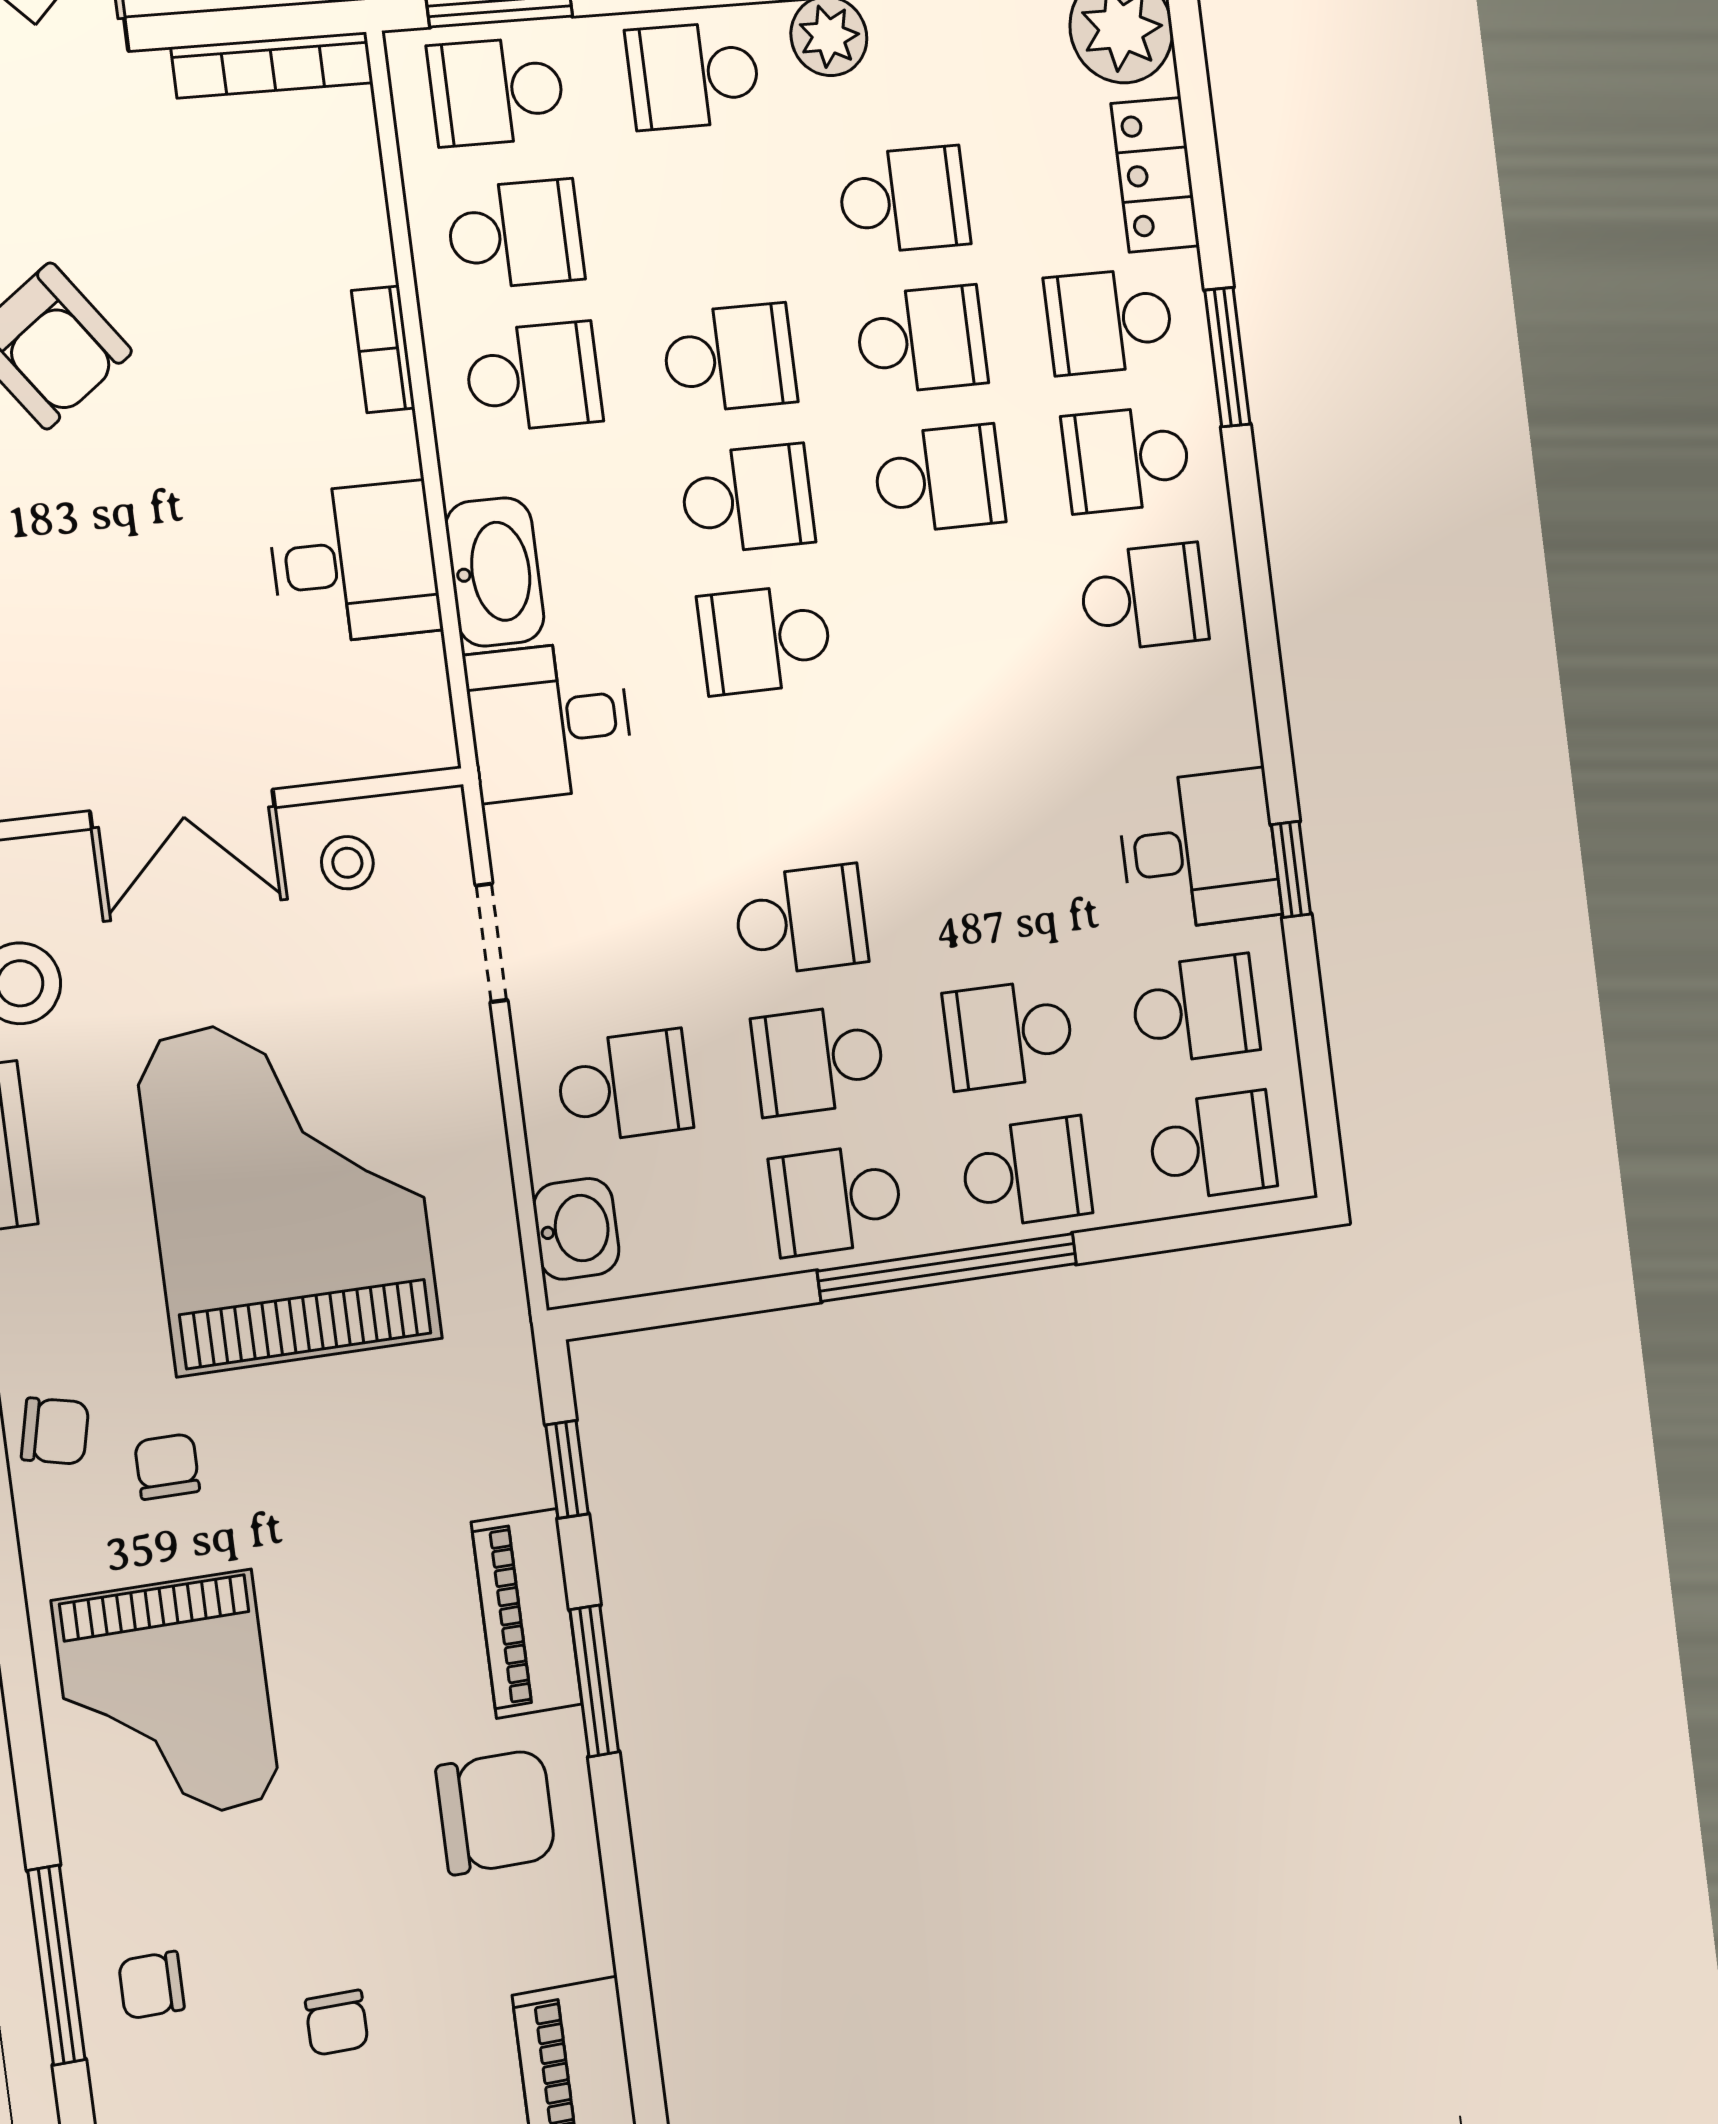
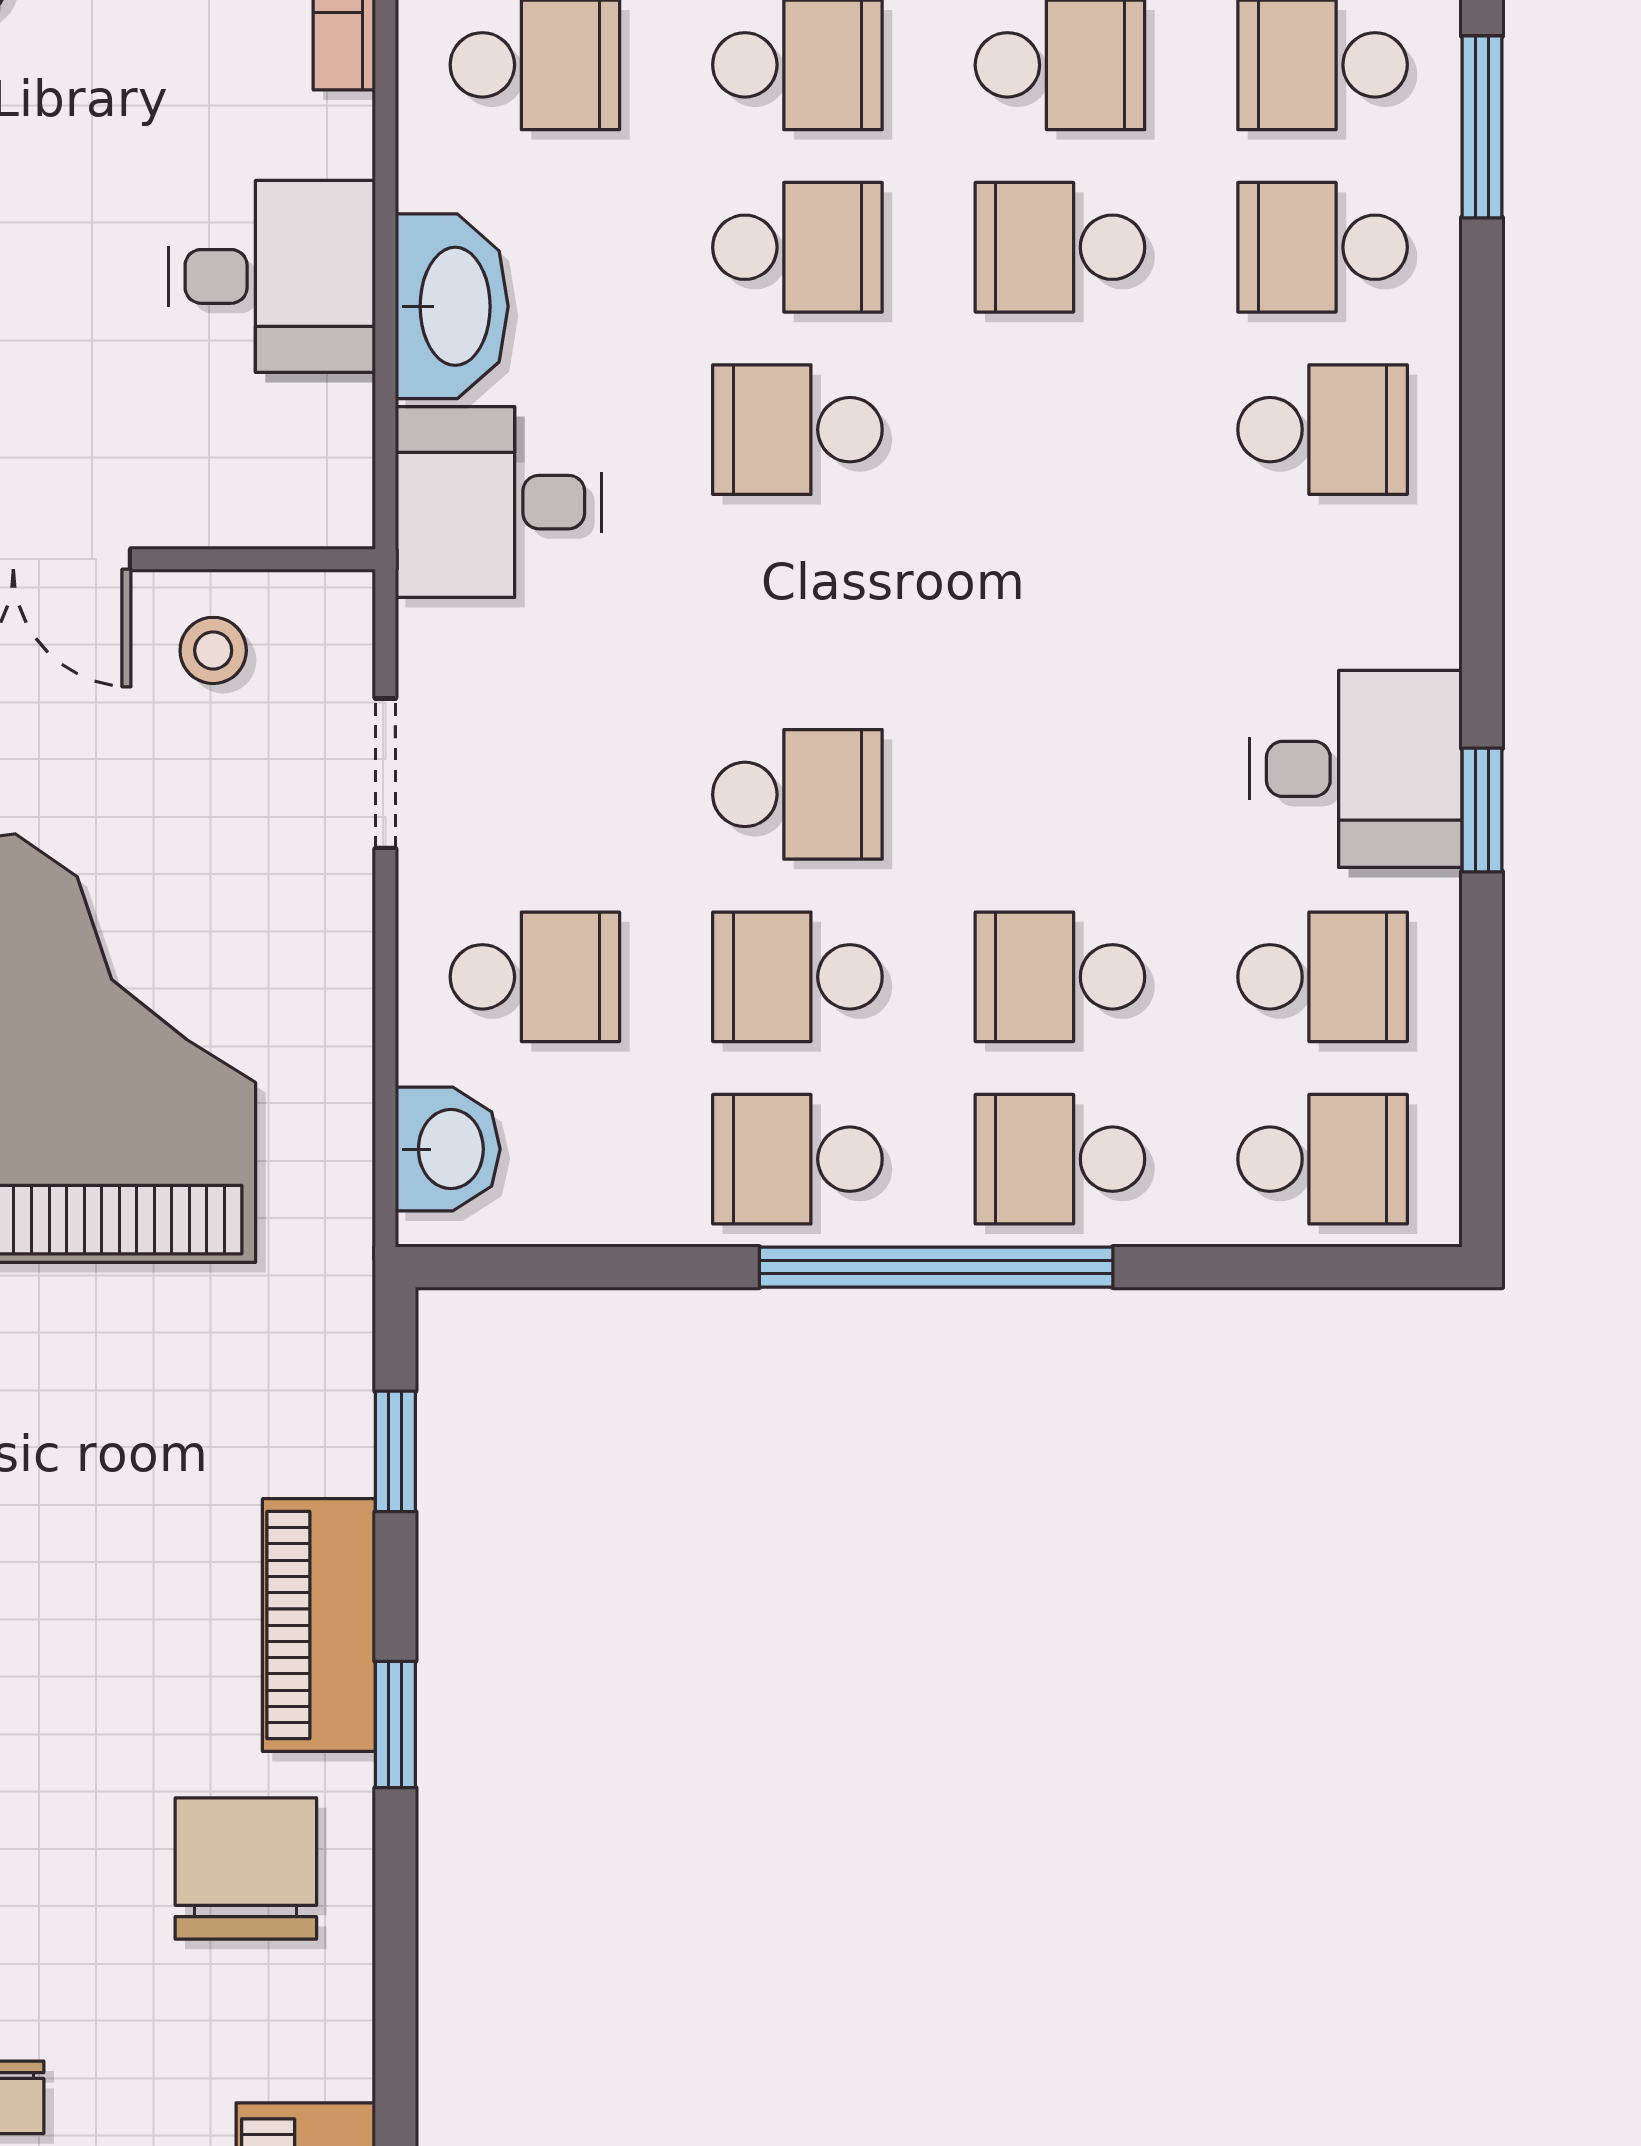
school desk: (939, 479) -> (1060, 247), turned 180
school desk: (1026, 1173) -> (1060, 1159), turned 180
window: (594, 1681) -> (395, 1724), width x0.67
chair: (496, 1812) -> (246, 1869), turned -90

